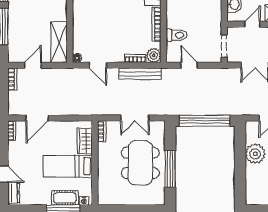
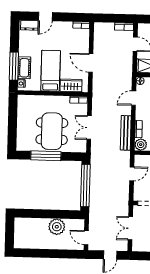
door: (37, 118) -> (91, 63), moved
dining table: (140, 163) -> (52, 131), turned 90

